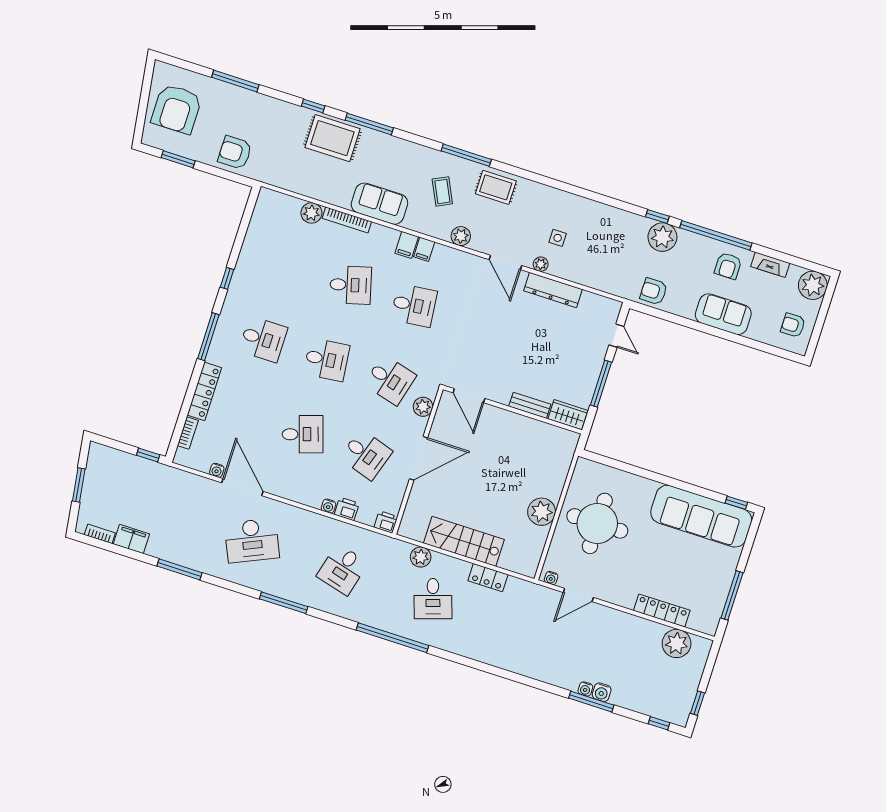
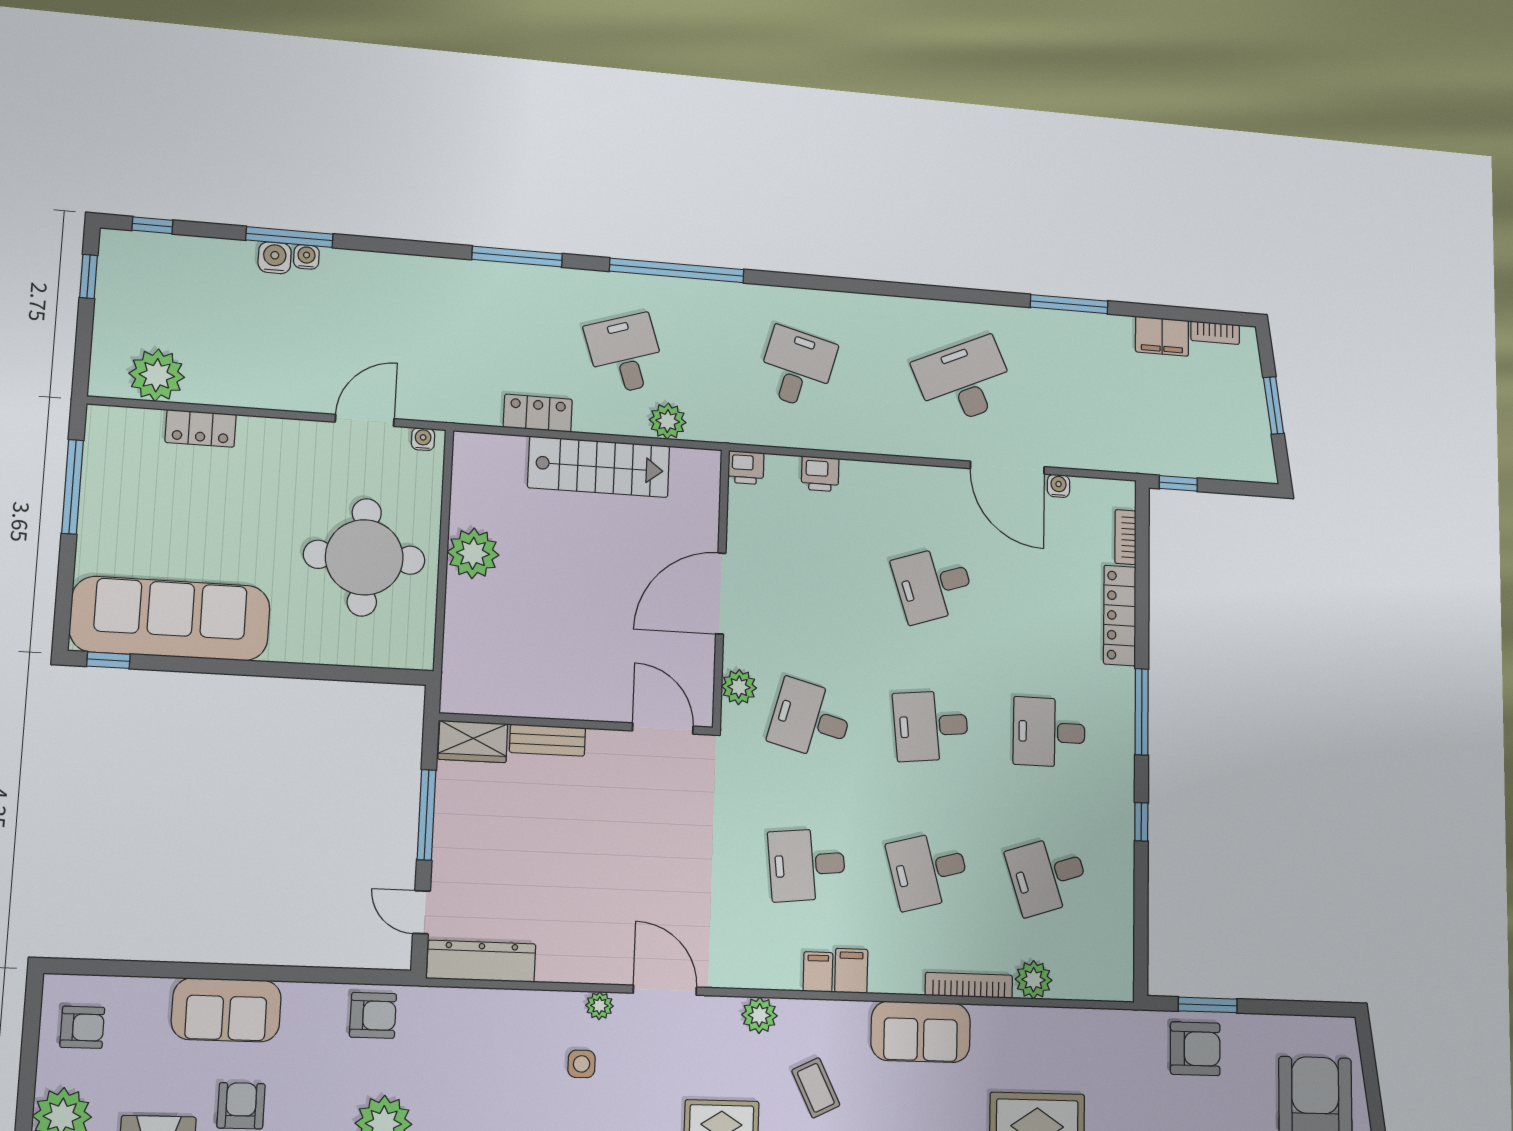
window: (178, 159) -> (1208, 1005), moved
dresser: (553, 290) -> (481, 961), moved
desk: (366, 455) -> (1048, 875), moved, turned -36
water cooler: (328, 506) -> (853, 471), removed
window: (284, 603) -> (517, 257), moved
locker: (662, 611) -> (201, 428), width x0.66

